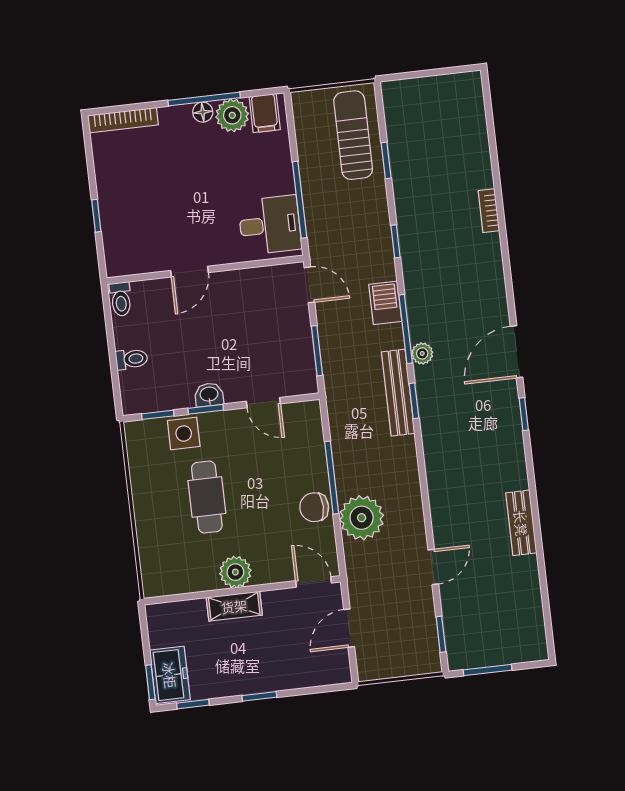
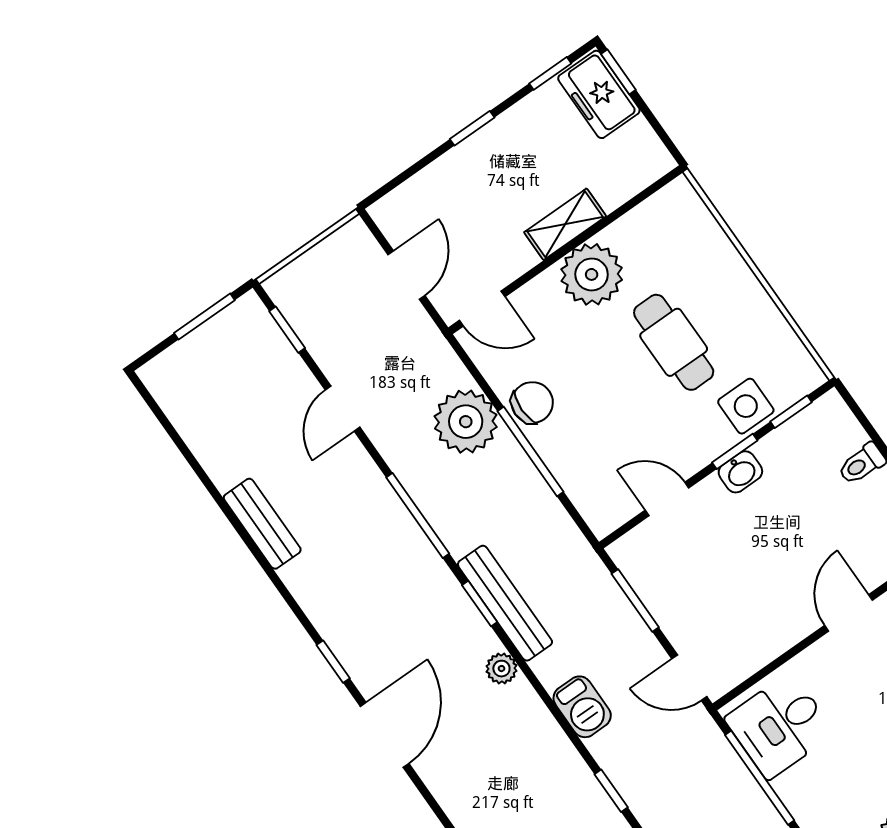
window: (406, 329) -> (418, 515), moved
plant: (235, 572) -> (592, 274), width x1.36, depth x1.36

